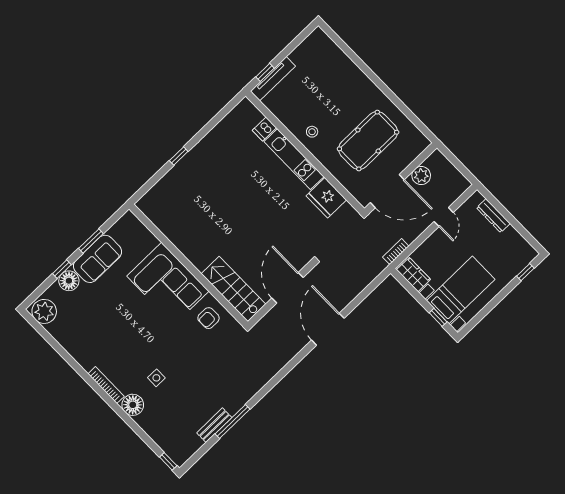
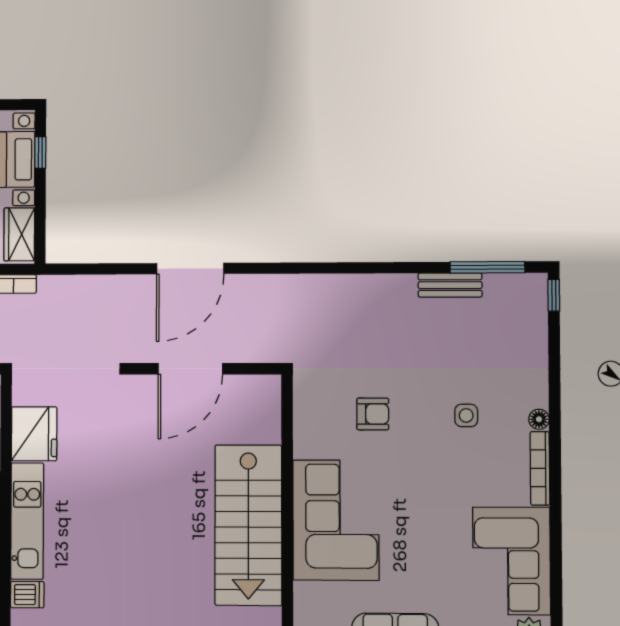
stairs: (233, 289) -> (248, 525), moved, width x1.36, depth x1.51
armchair: (209, 318) -> (373, 414), moved
corner sofa: (81, 336) -> (512, 561), added
floor lamp: (133, 405) -> (539, 419), width x0.53, depth x0.53
window: (233, 422) -> (487, 267), moved

